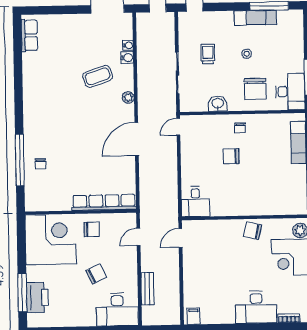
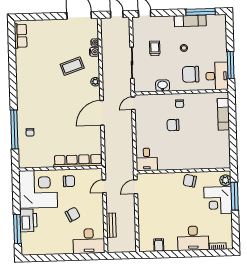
chair: (255, 89) -> (191, 74), turned 90
printer: (37, 297) -> (28, 220), moved
filing cabinet: (194, 316) -> (159, 245), moved

